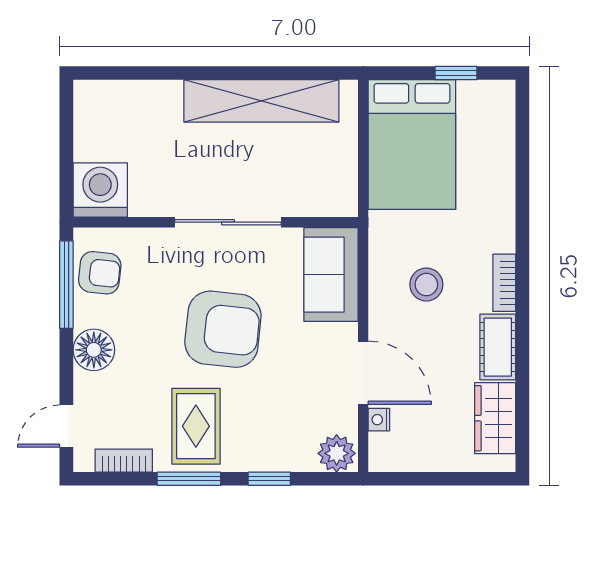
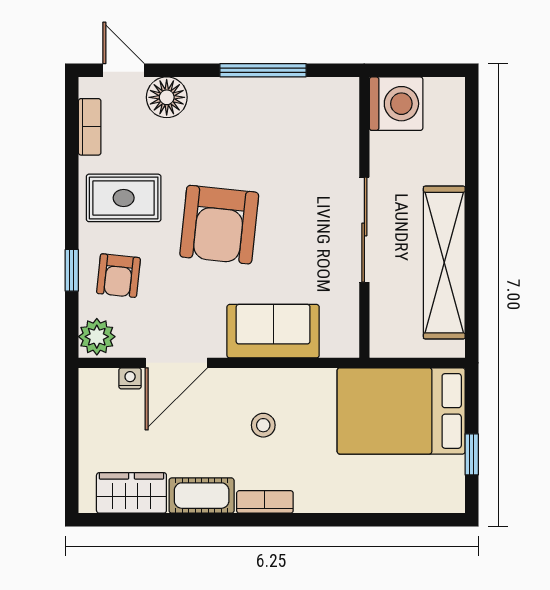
washing machine: (100, 190) -> (396, 104), moved
wall: (216, 222) -> (364, 217), moved
sliding door: (228, 222) -> (364, 230), moved
armchair: (100, 273) -> (118, 276), moved
stool: (426, 285) -> (263, 425), width x0.73, depth x0.73
floor lamp: (94, 350) -> (167, 97), moved
window: (189, 479) -> (72, 191), removed

